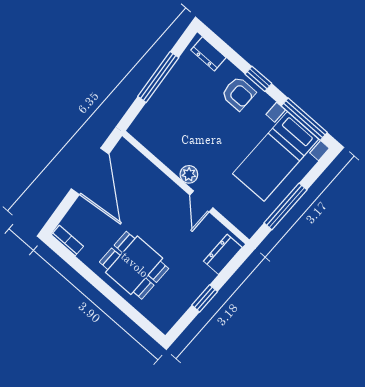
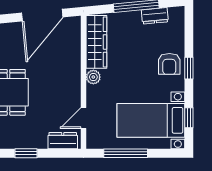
dresser: (208, 54) -> (155, 16), moved, turned -95
window: (304, 119) -> (189, 118), width x0.46
wardrobe: (159, 143) -> (96, 42), added
door: (201, 201) -> (84, 118), moved

